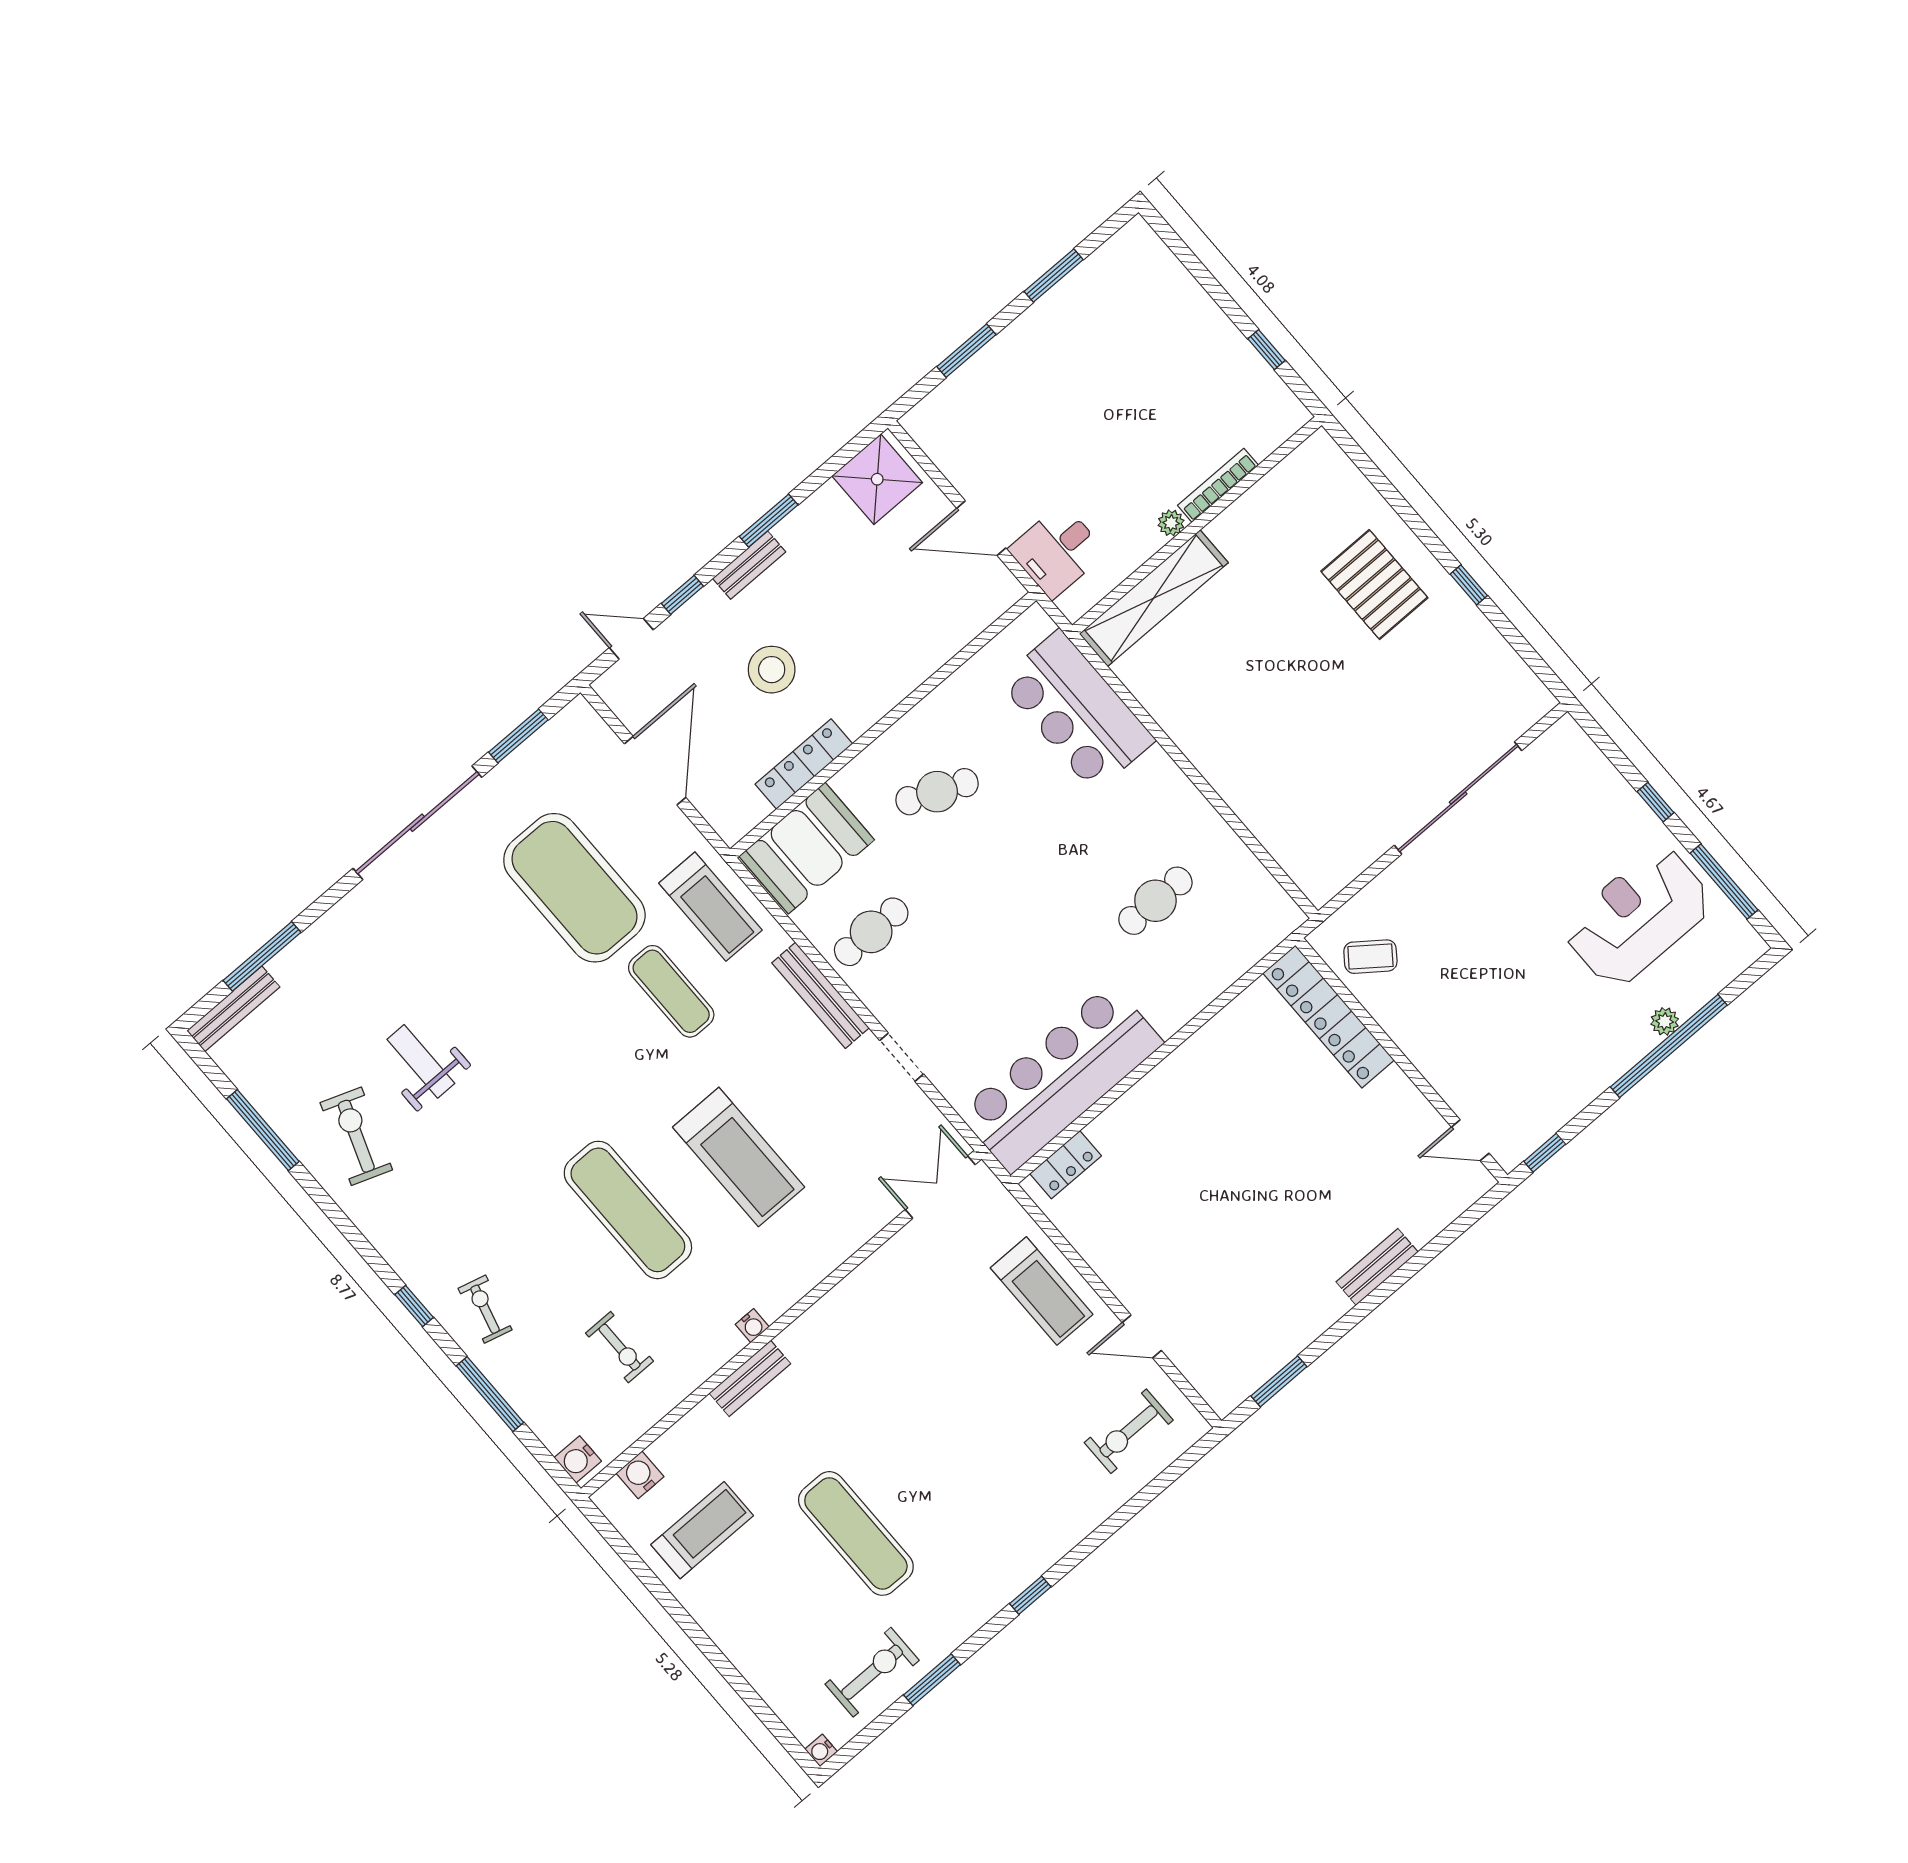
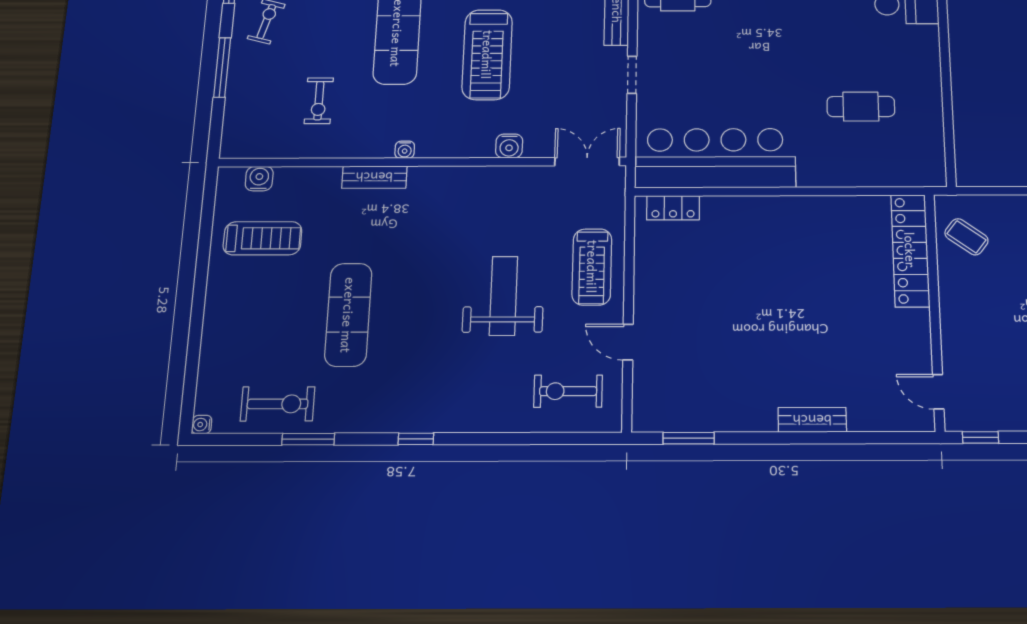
weight bench: (984, 1391) -> (504, 296), added
water cooler: (578, 1459) -> (509, 146), moved, turned -90

